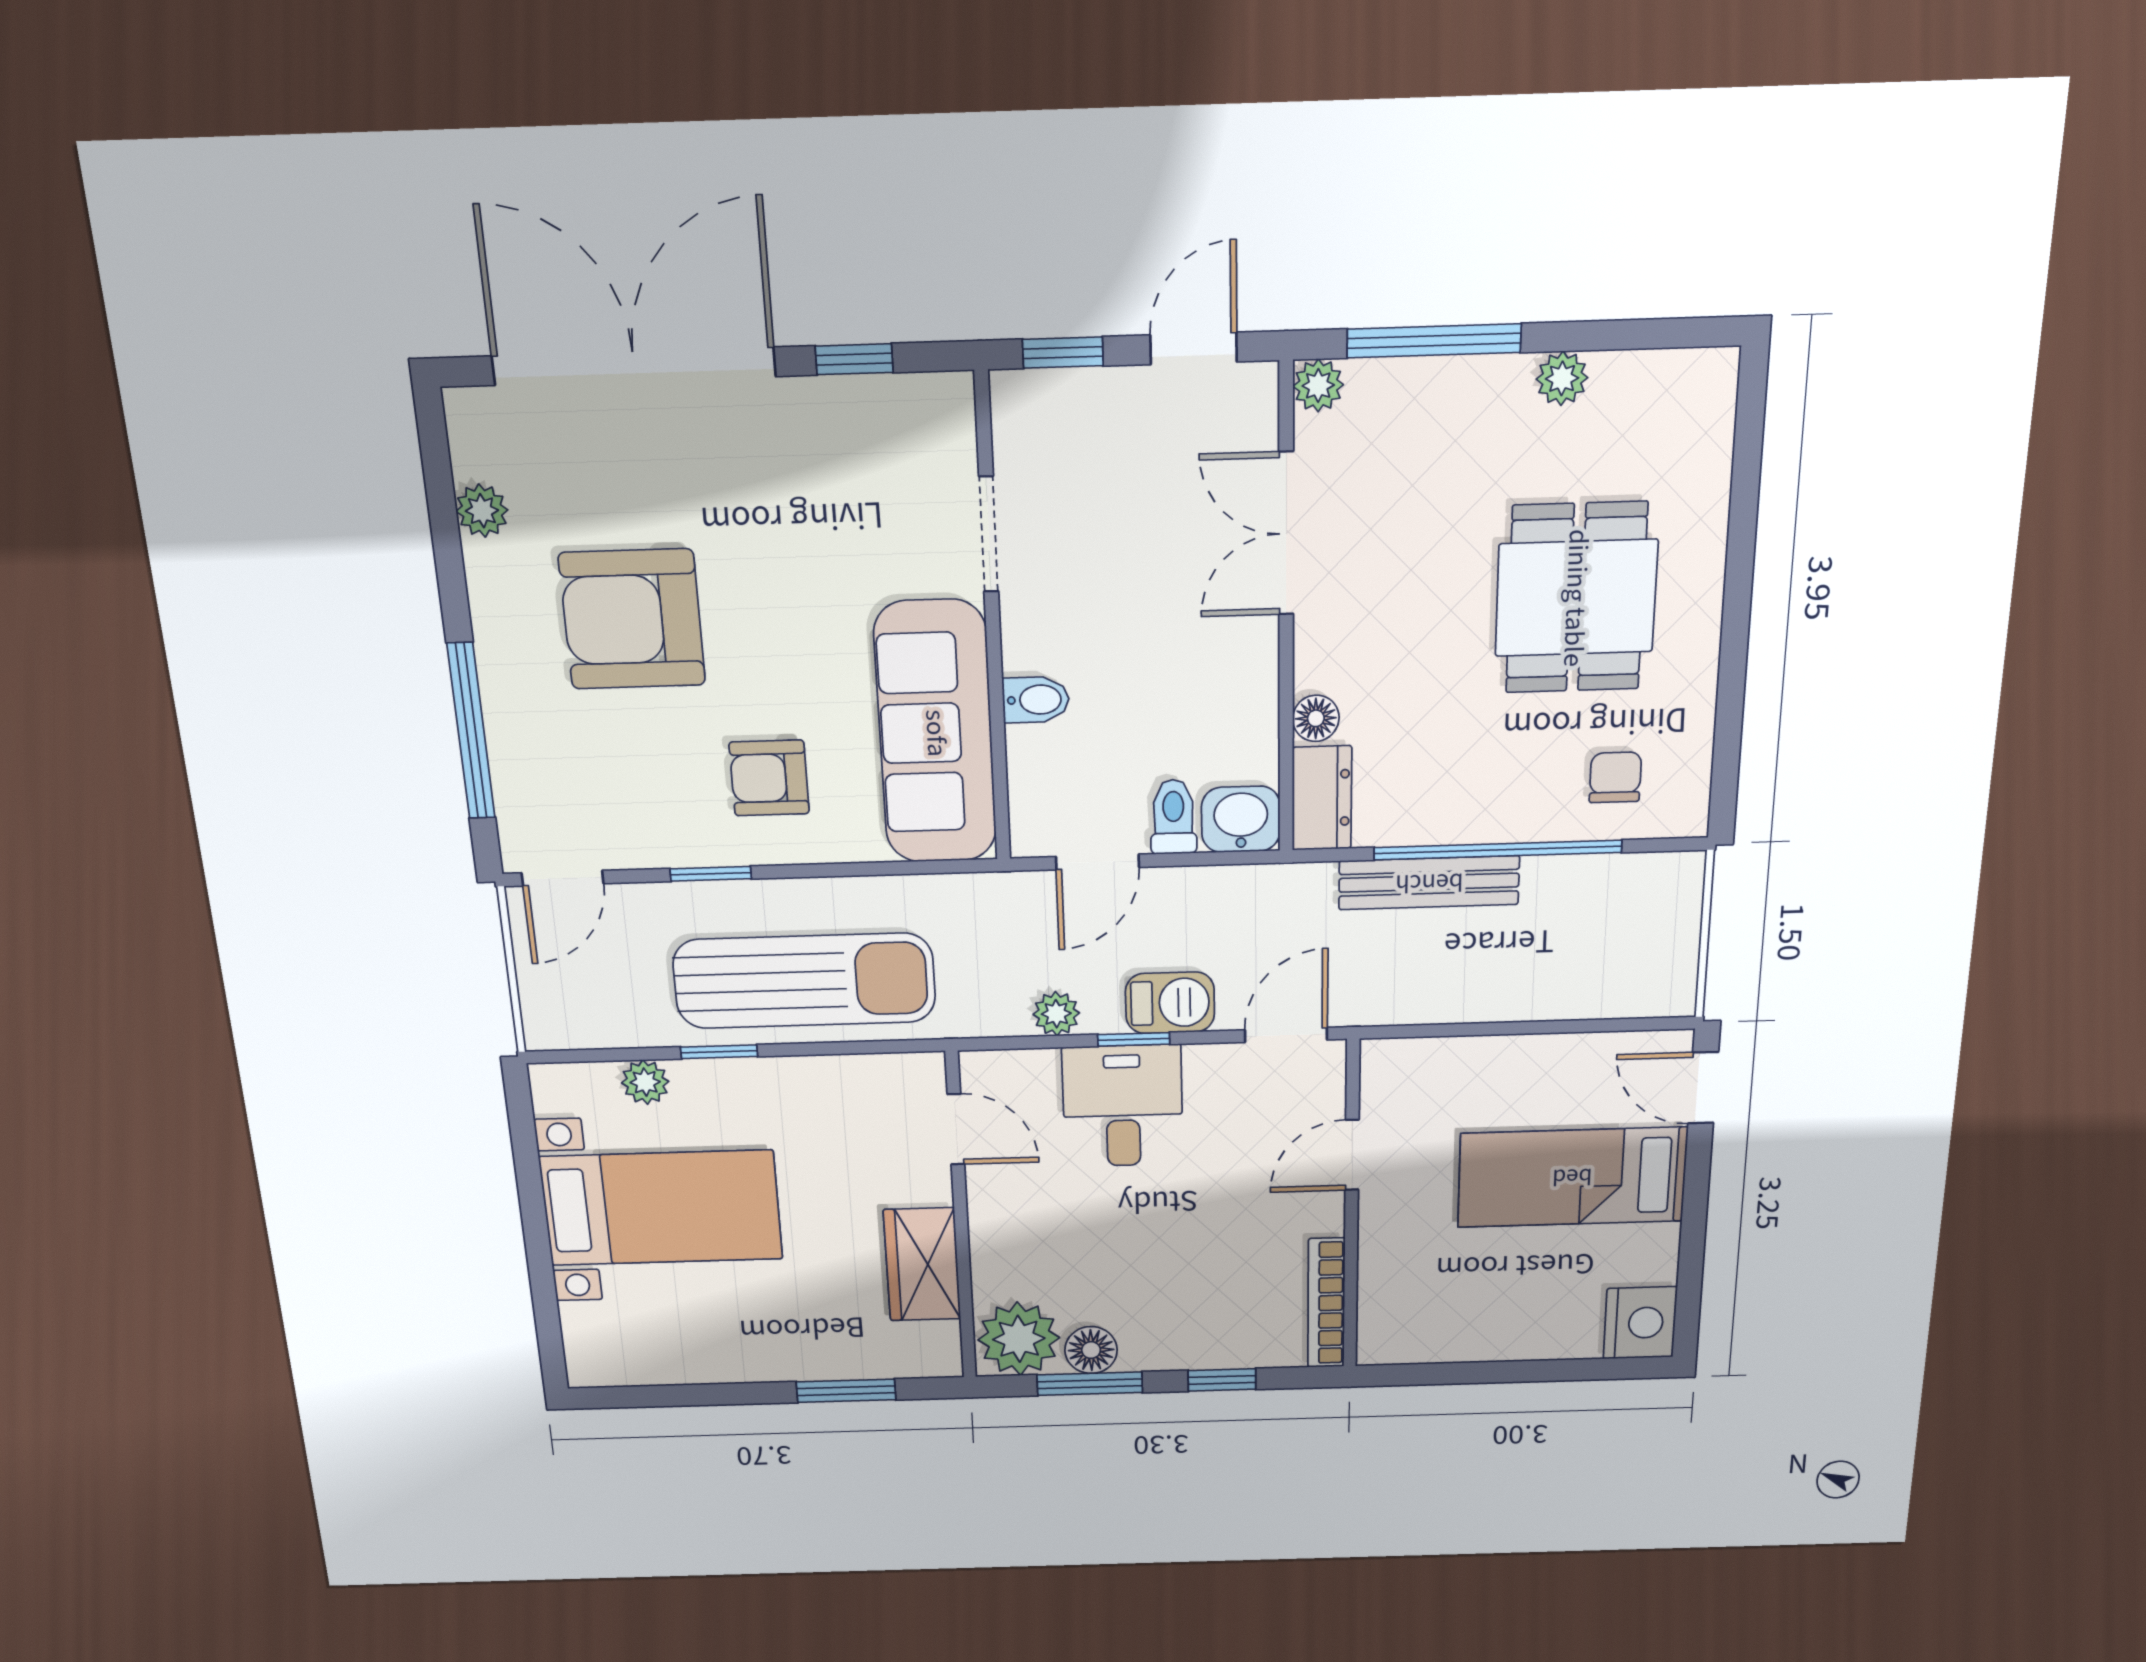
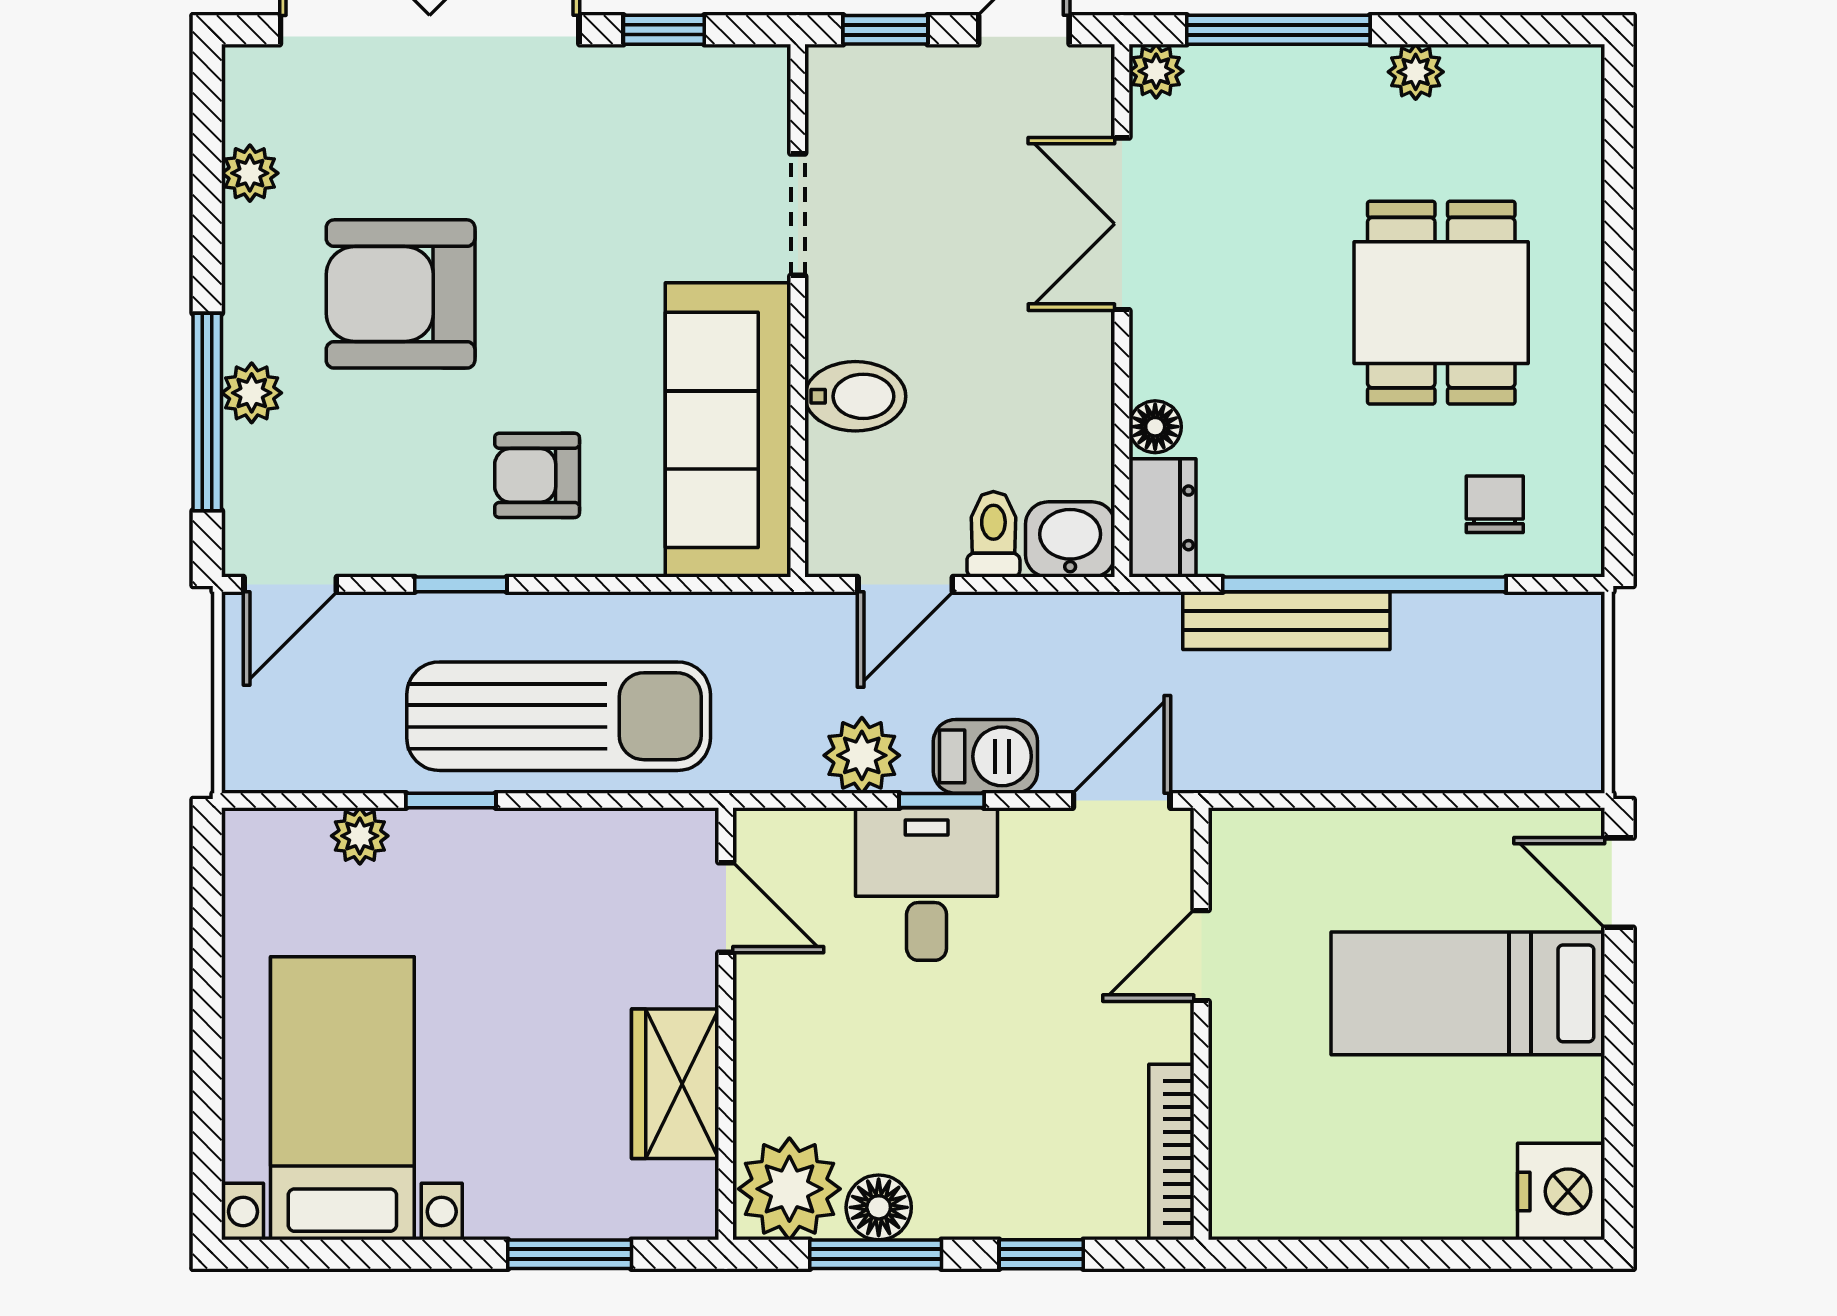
bidet: (1036, 700) -> (855, 396), width x1.38, depth x1.36
plant: (509, 713) -> (252, 393), added
plant: (1056, 1014) -> (862, 755), width x1.38, depth x1.38
bed with nightstands: (662, 1208) -> (342, 1098), moved, turned -90

